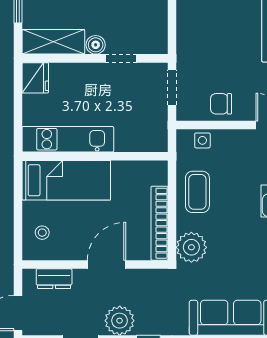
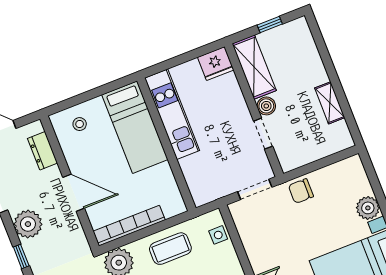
chair: (221, 104) -> (301, 191), moved, turned -90

